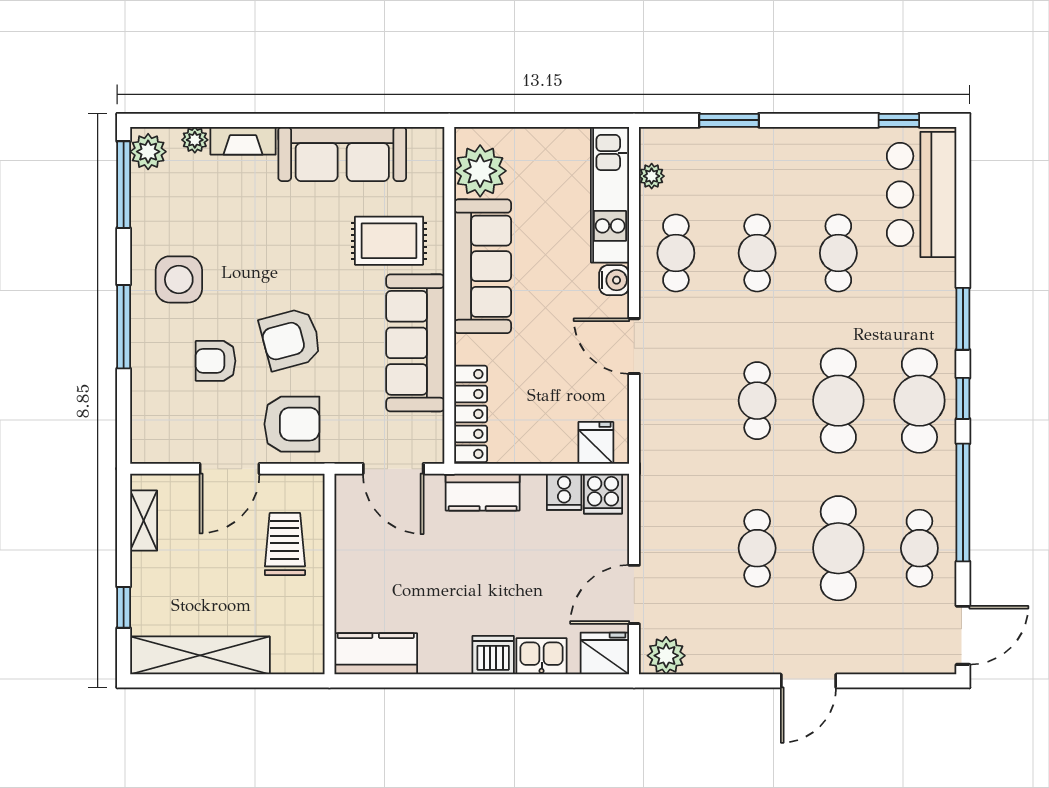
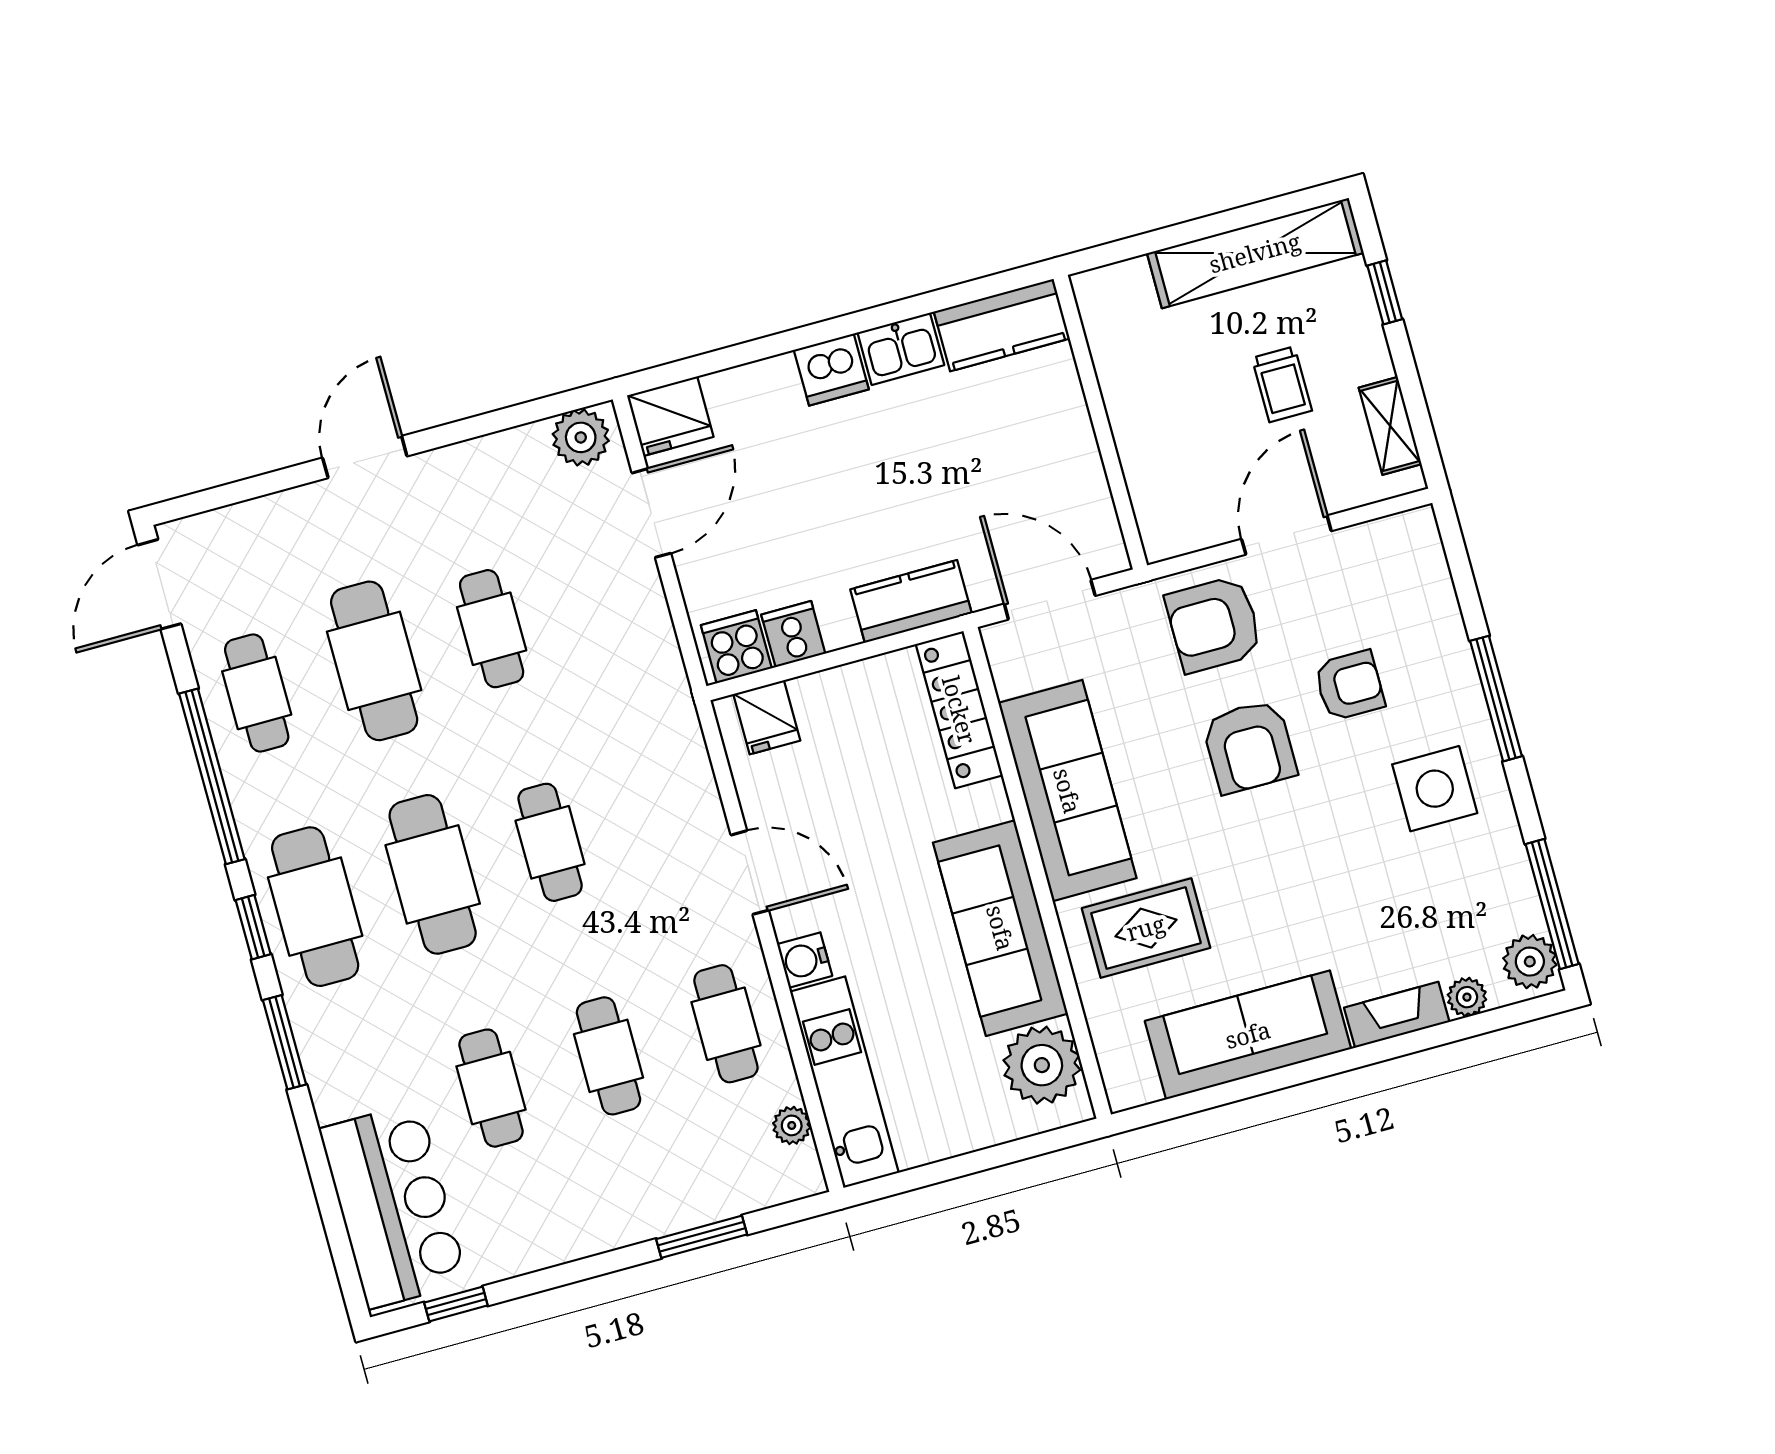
armchair: (291, 339) -> (1249, 747), turned 105
trolley: (285, 544) -> (1282, 384), moved, width x0.73, depth x0.72
kitchen sink: (542, 656) -> (901, 349), moved

